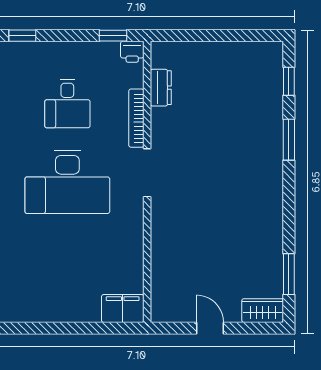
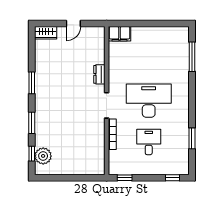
printer: (132, 52) -> (114, 169), removed
plant: (267, 77) -> (43, 156), added
dresser: (161, 88) -> (99, 74), moved
window: (289, 274) -> (32, 83), moved
door: (210, 328) -> (73, 23), hinge flipped

